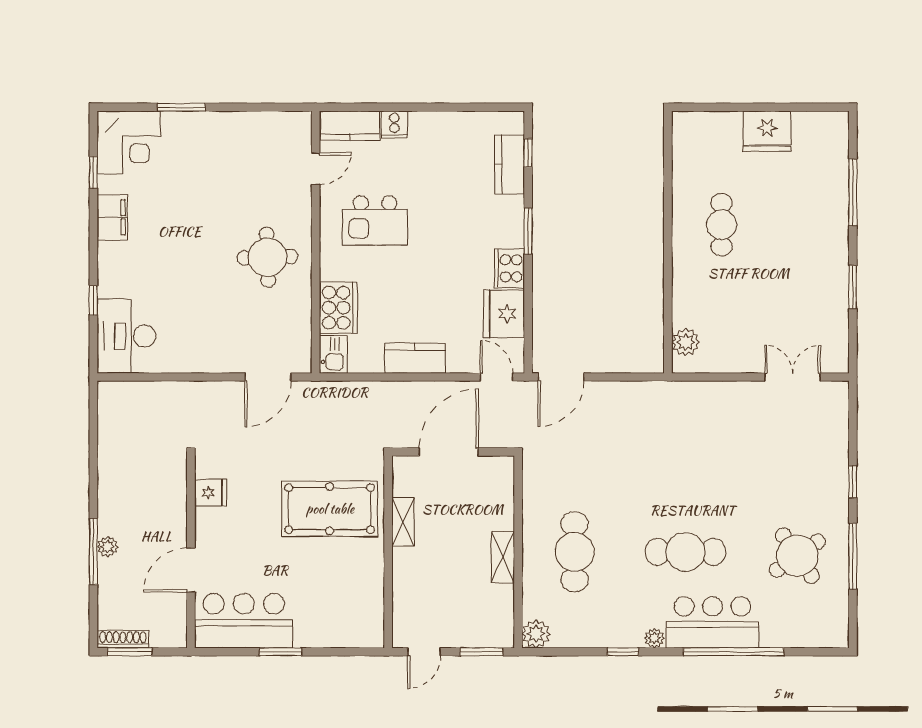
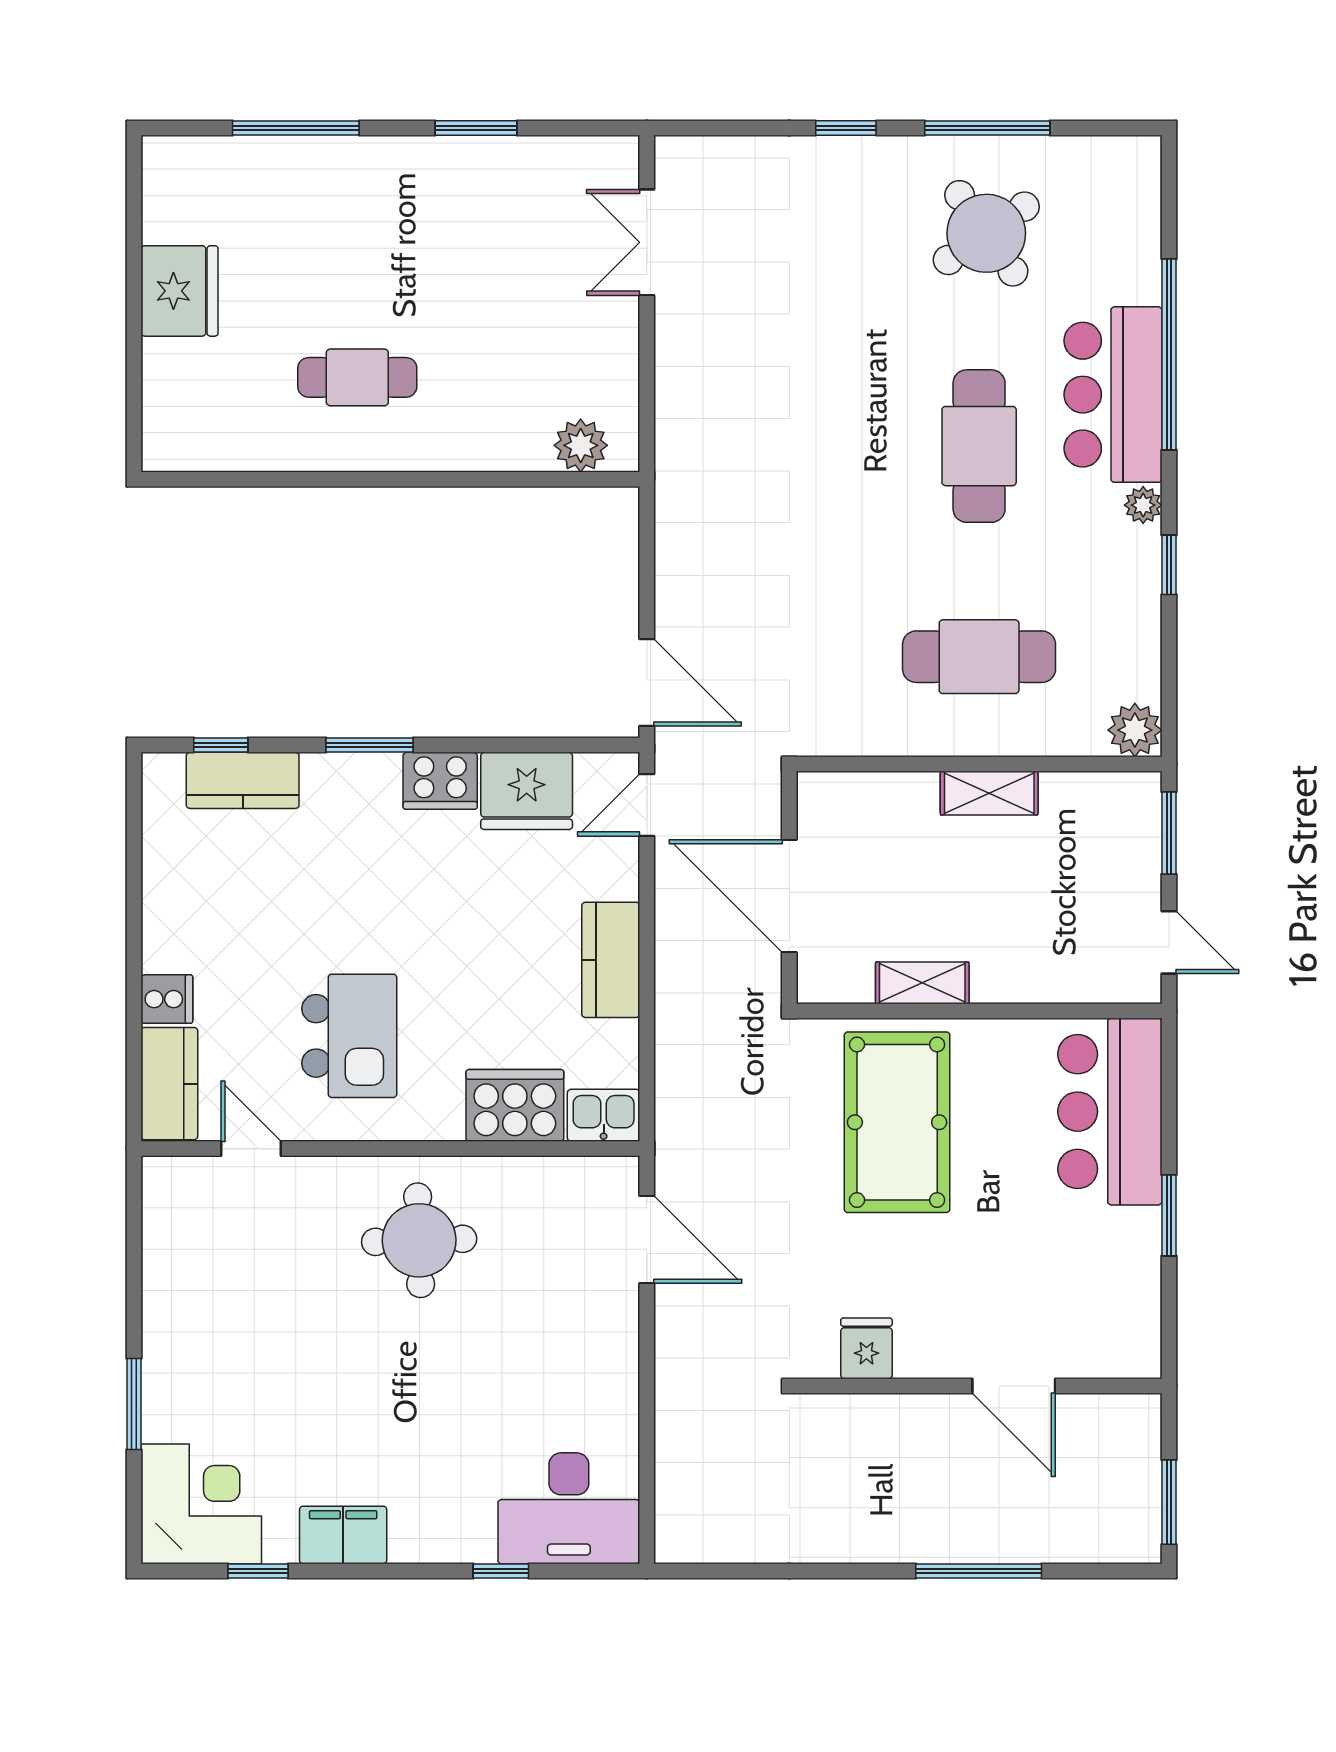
plant: (108, 547) -> (969, 1544), removed
bar counter: (244, 621) -> (1110, 1112), moved
shoe rack: (123, 639) -> (1145, 1515), removed

